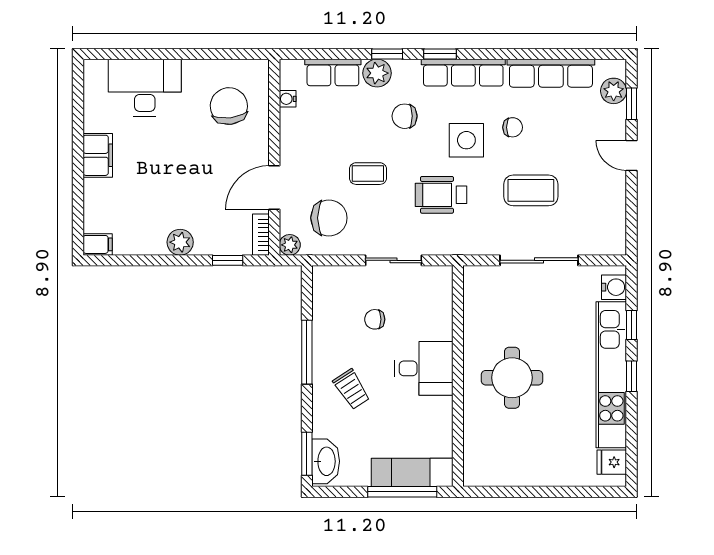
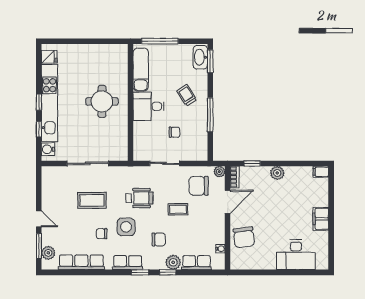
row of seats: (463, 73) -> (128, 263), width x0.68
window: (631, 104) -> (39, 246), width x1.50
chair: (229, 106) -> (244, 237), moved
exam couch: (412, 472) -> (141, 70), moved, turned -90

